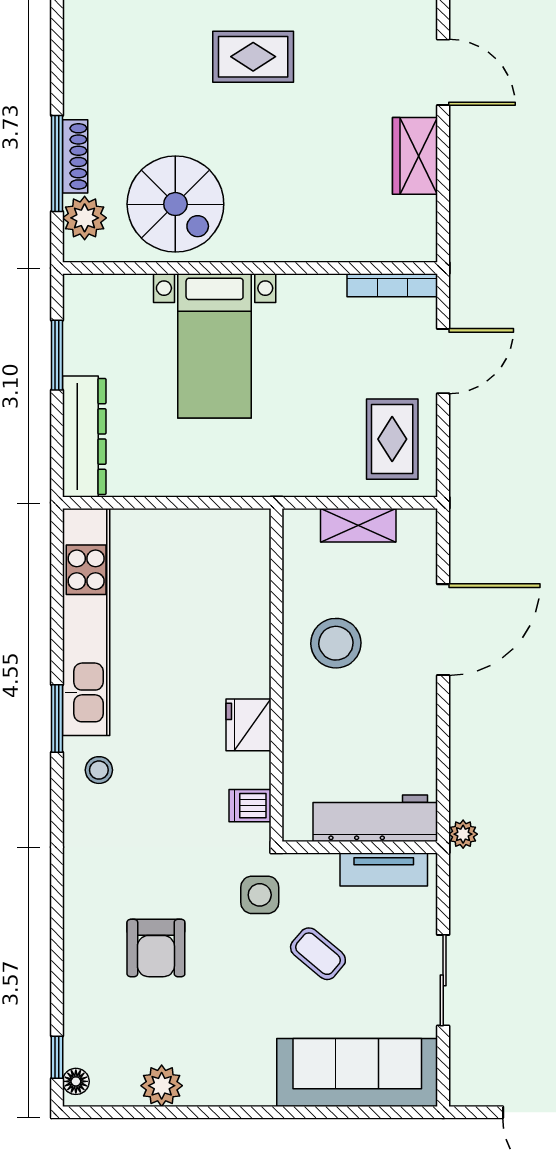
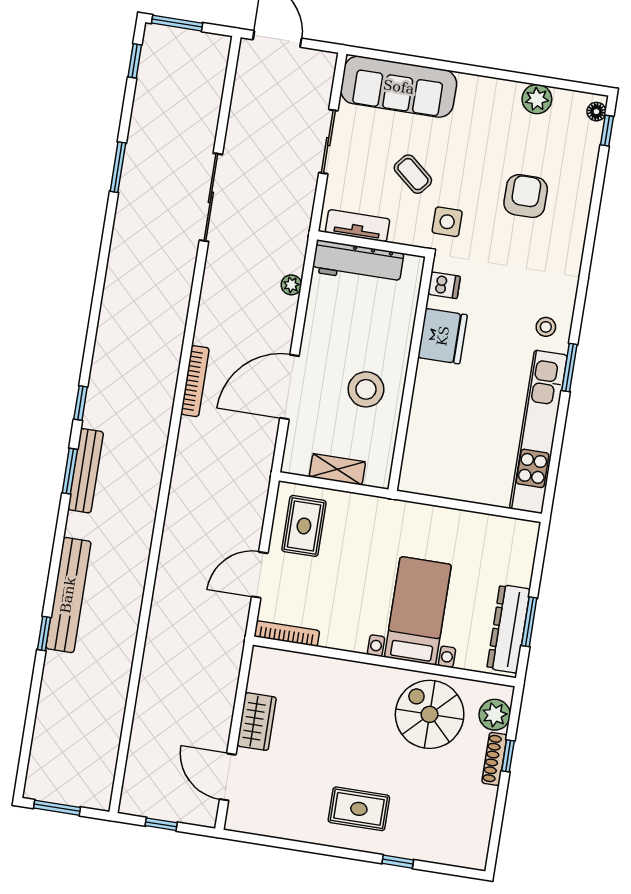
window: (57, 164) -> (508, 756), width x0.46
dresser: (84, 437) -> (509, 629), moved
fridge: (248, 725) -> (443, 336), width x1.36, depth x1.34
plant: (463, 834) -> (291, 285), moved

